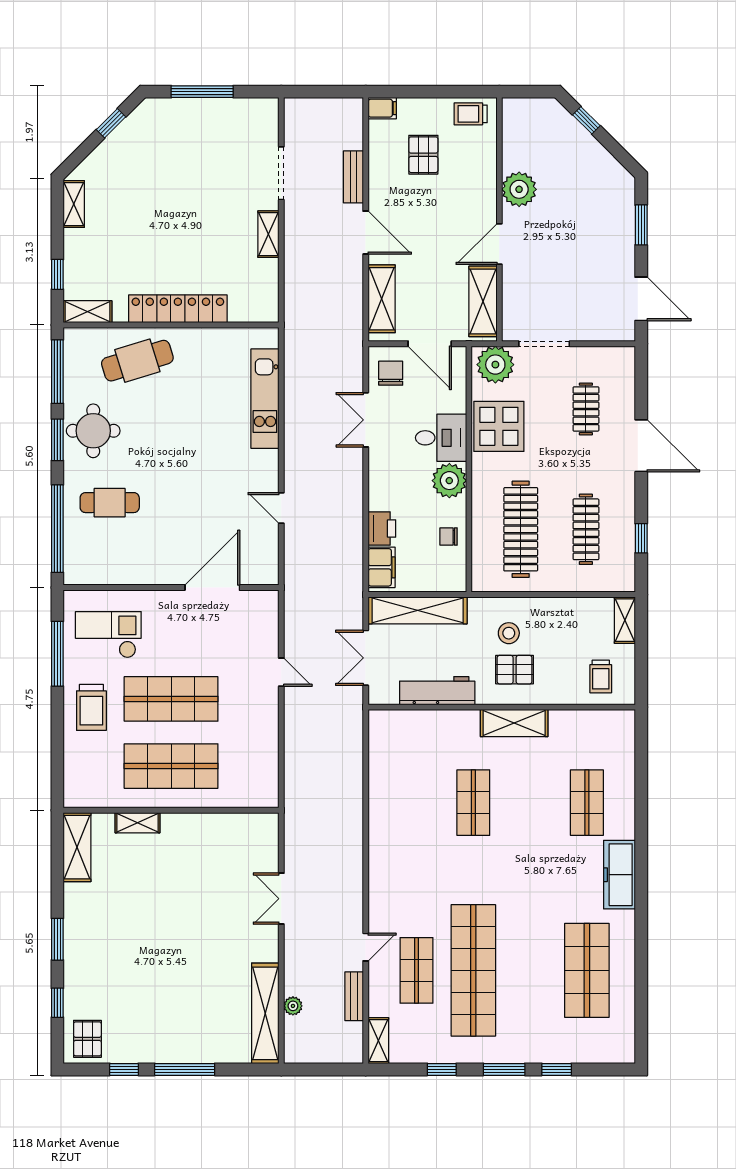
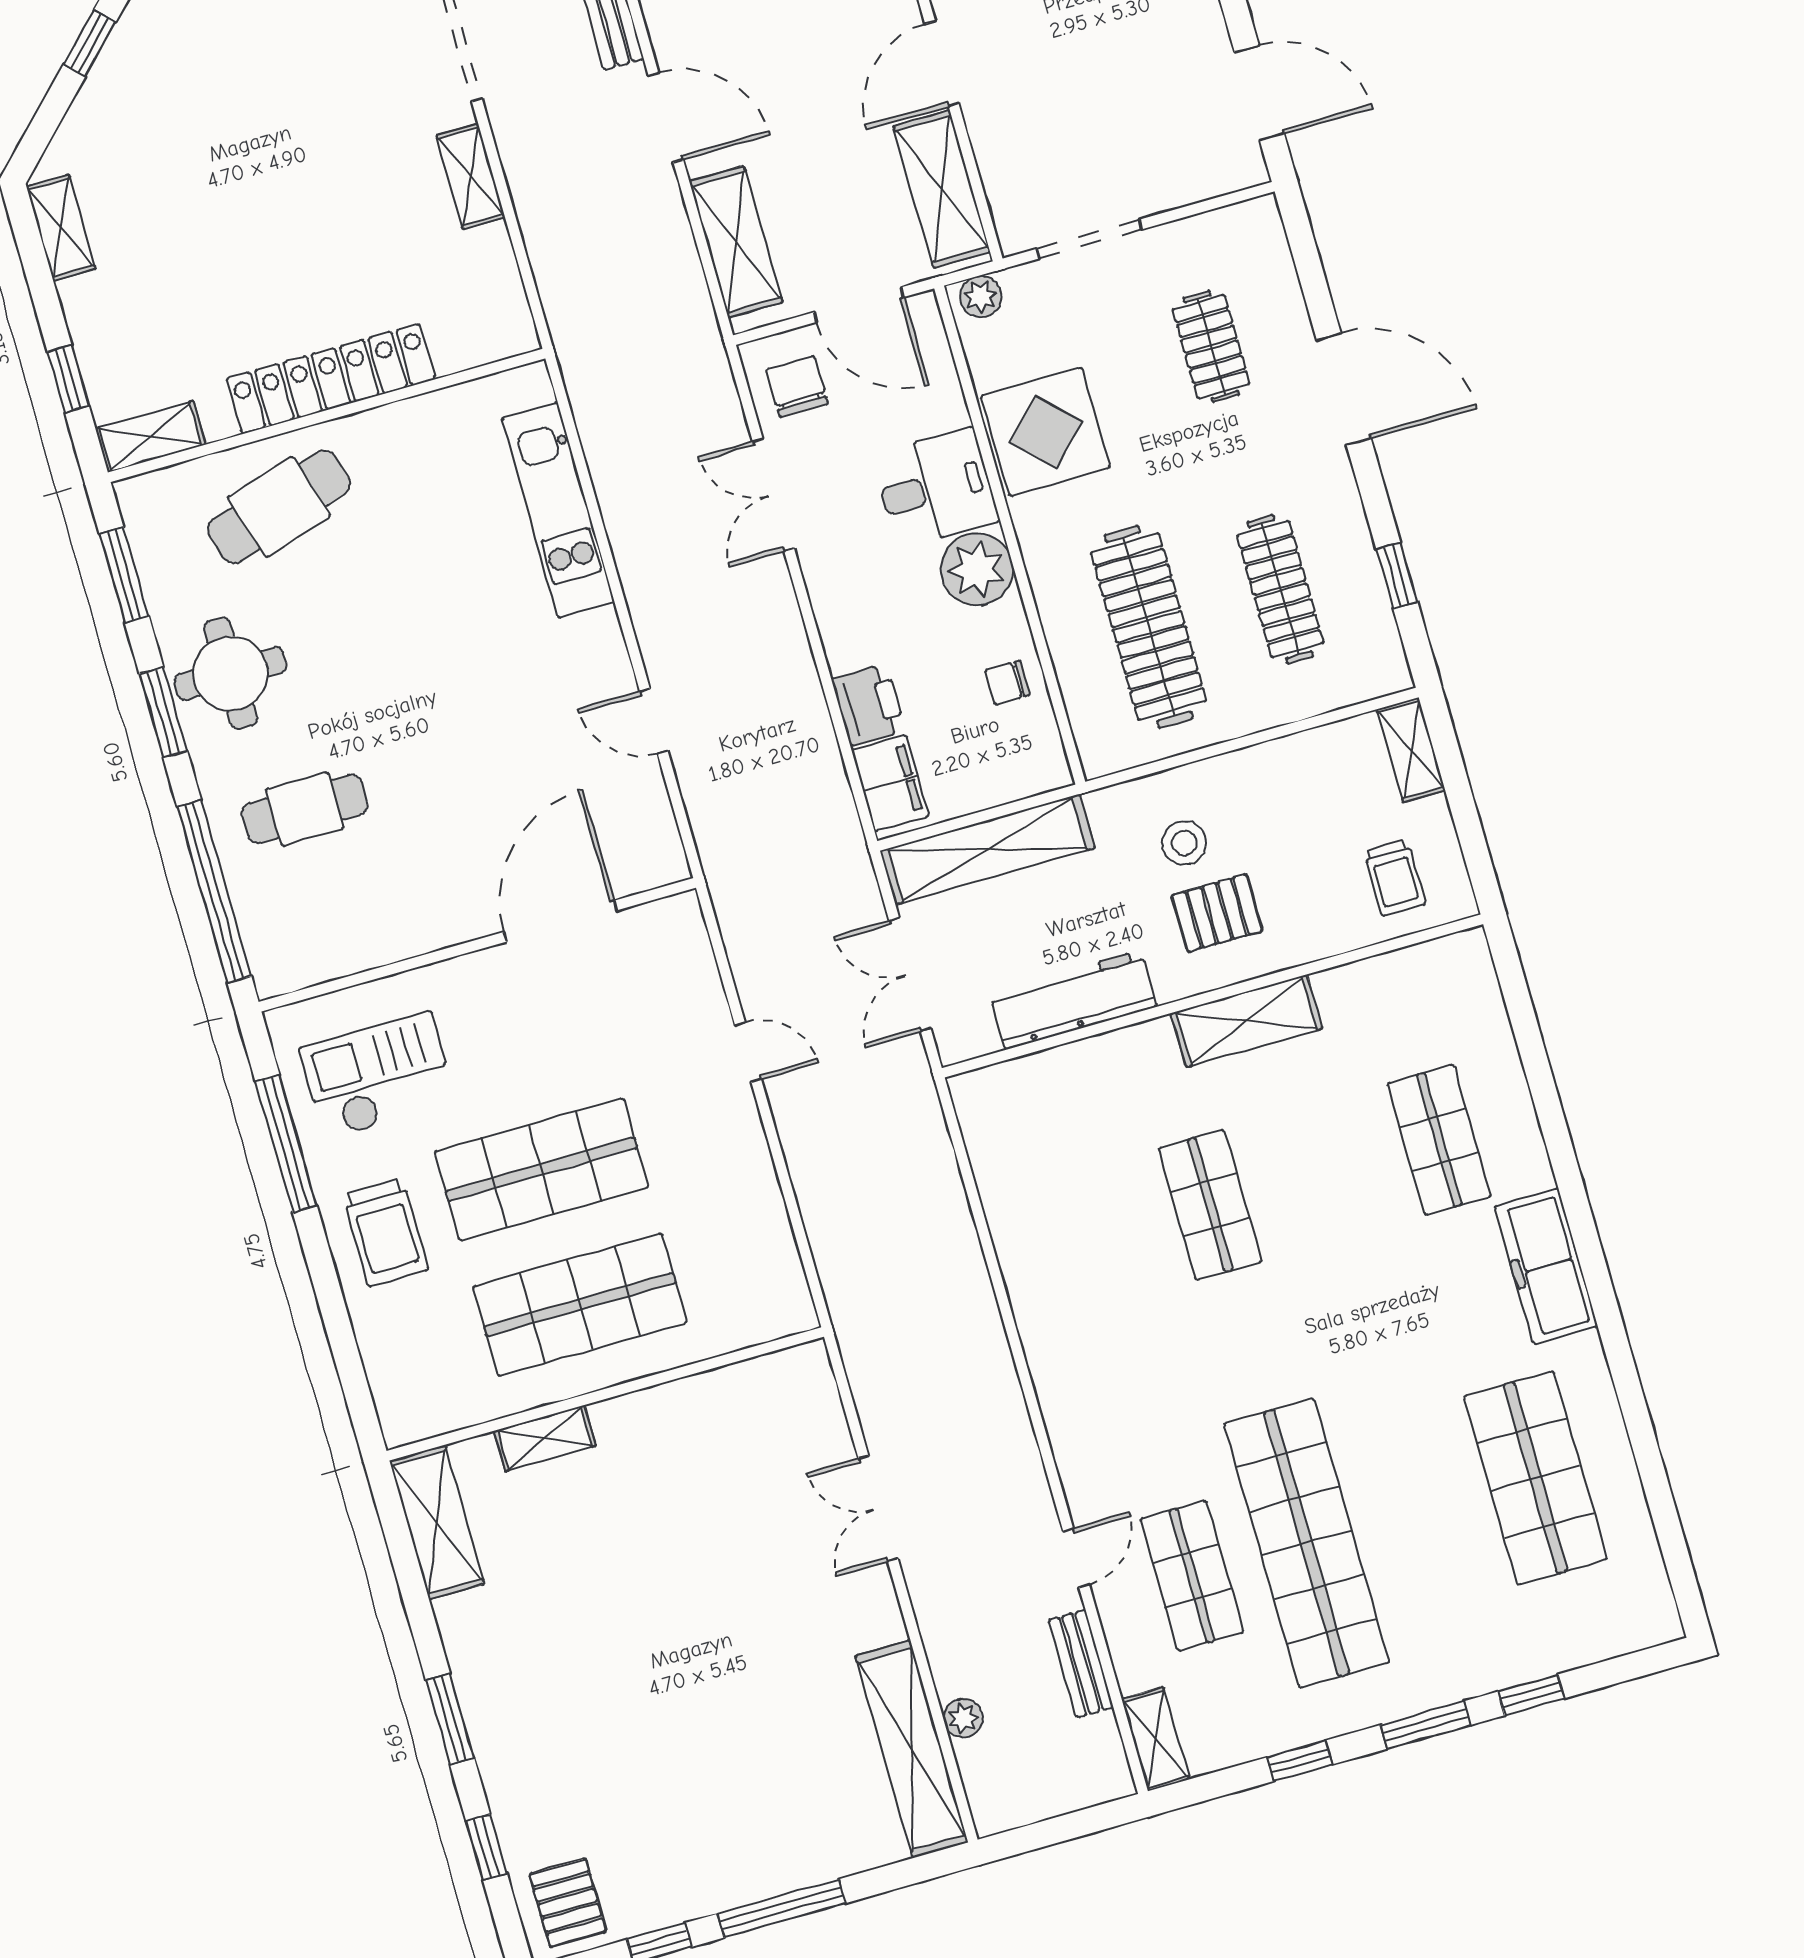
plant: (495, 365) -> (981, 297), width x0.53, depth x0.53
window: (57, 372) -> (124, 575), width x0.69

